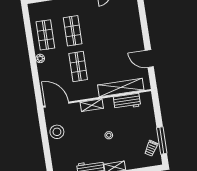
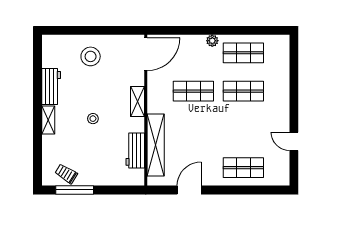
shop shelf: (127, 22) -> (243, 168), added
stool: (57, 132) -> (91, 56), moved

